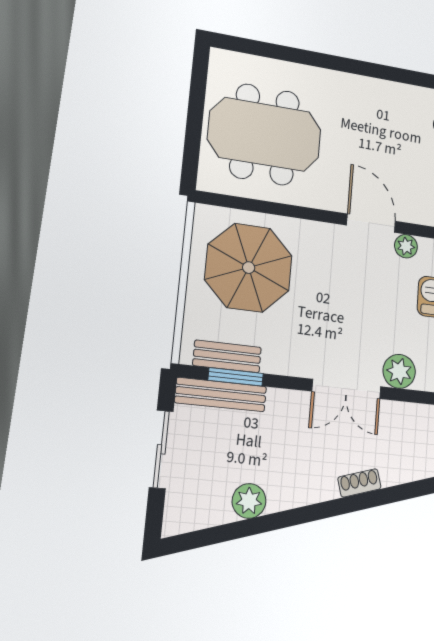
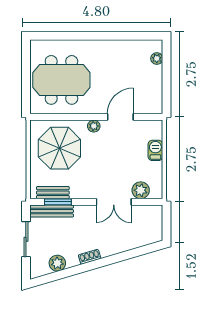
door: (371, 223) -> (120, 117), hinge flipped
plant: (406, 246) -> (94, 126), moved
shoe rack: (359, 483) -> (90, 257), moved
plant: (249, 501) -> (57, 263), moved

